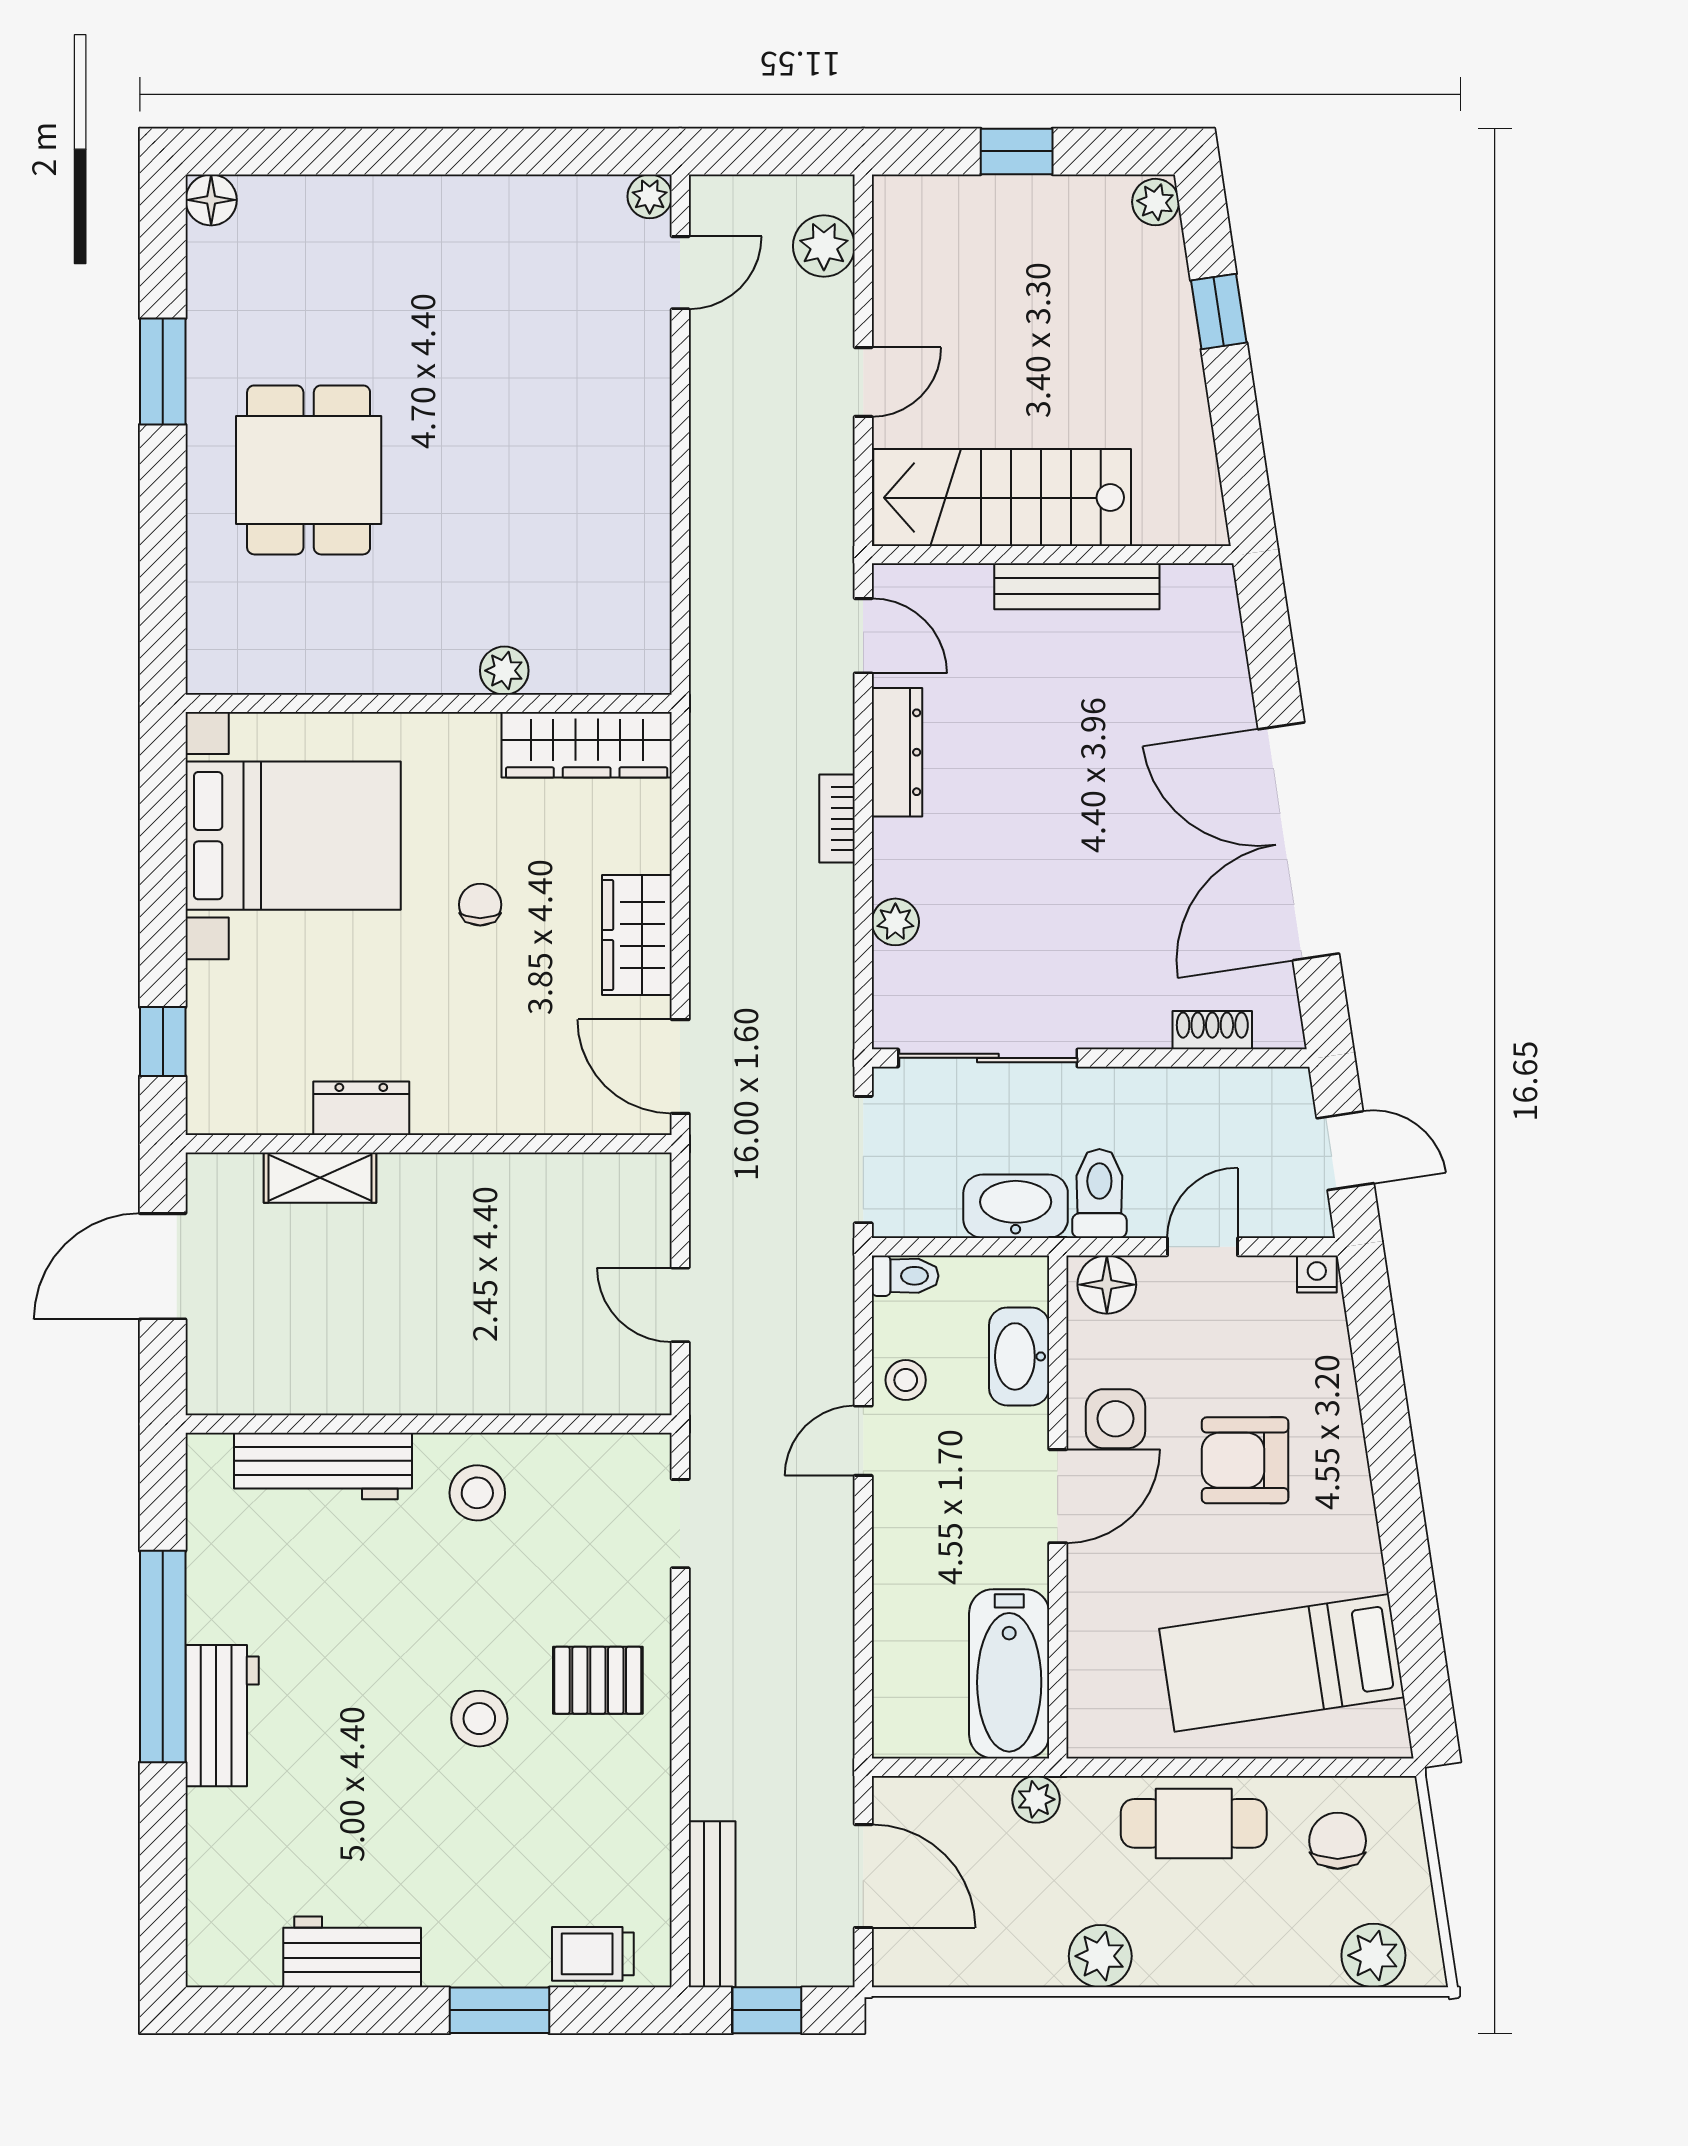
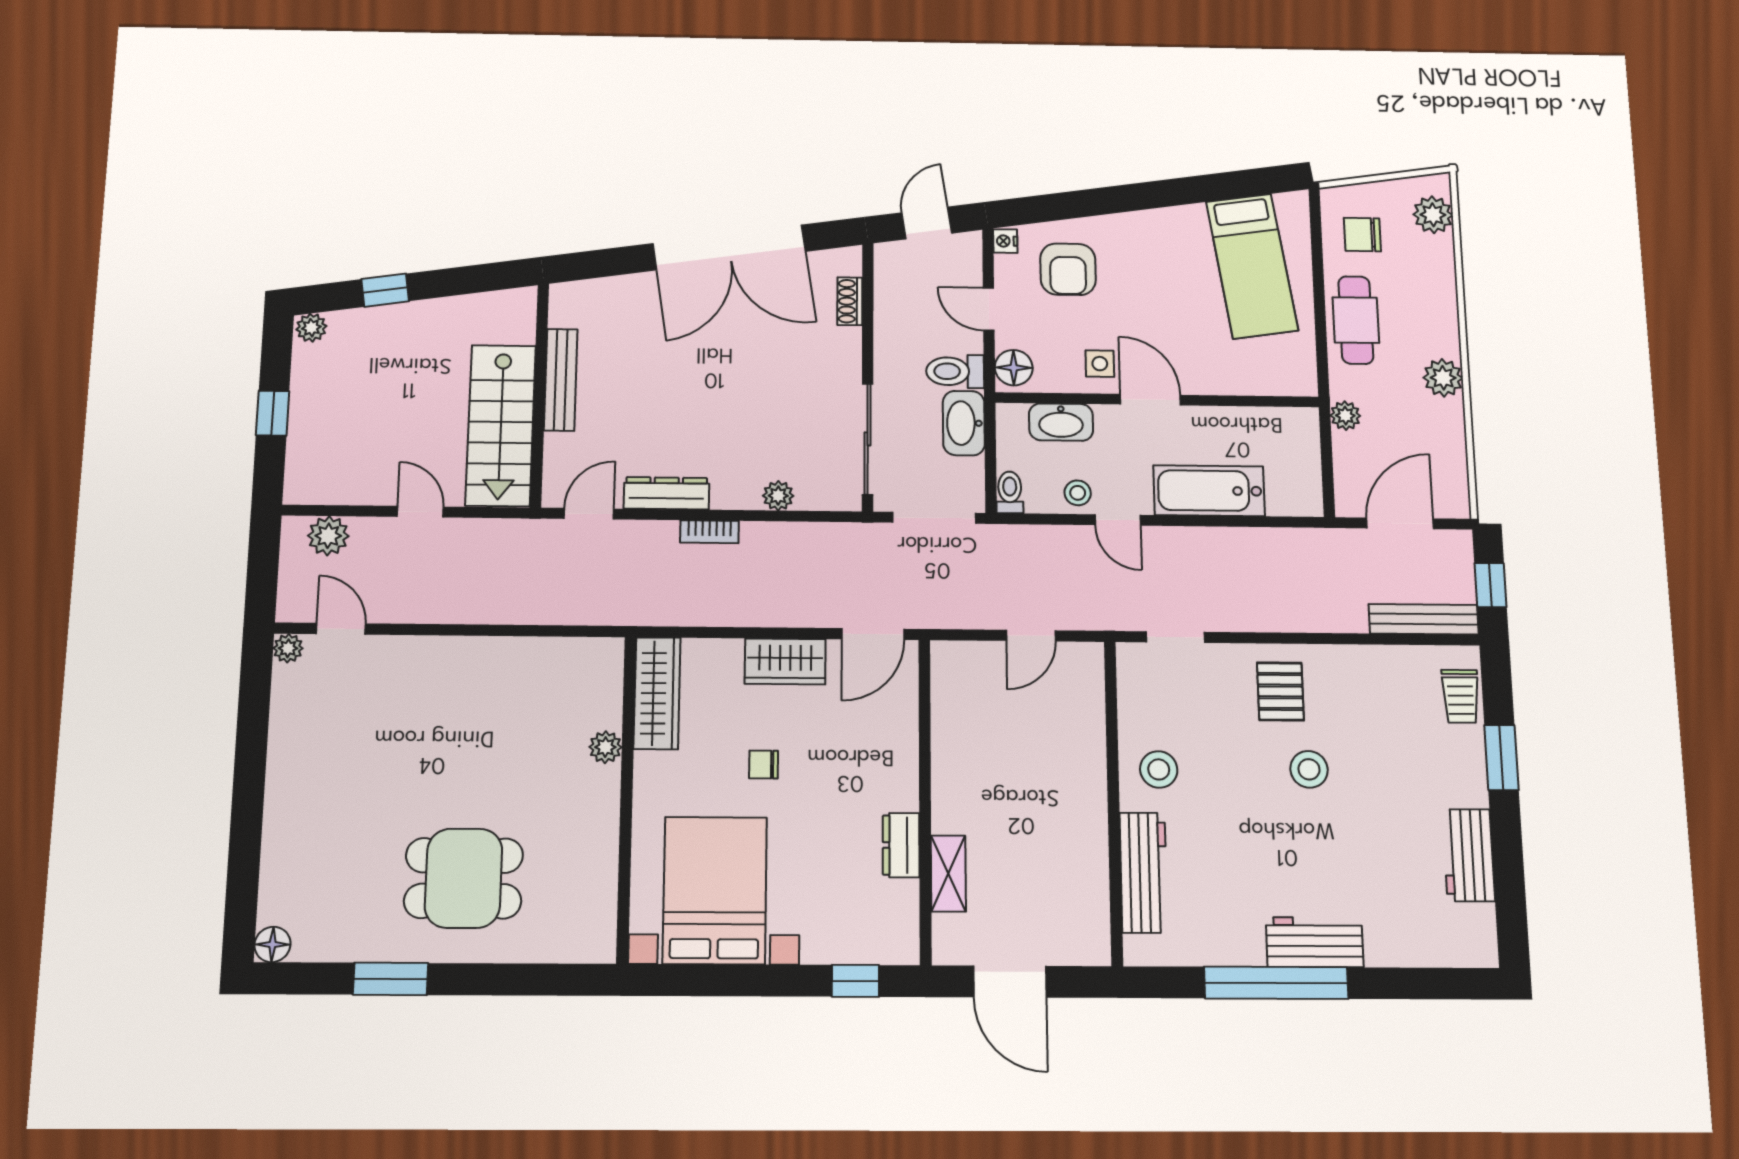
side table: (1115, 1419) -> (1100, 364), width x0.73, depth x0.73
armchair: (1245, 1460) -> (1068, 269), moved
bathtub: (1009, 1674) -> (1209, 491), moved, turned 180

